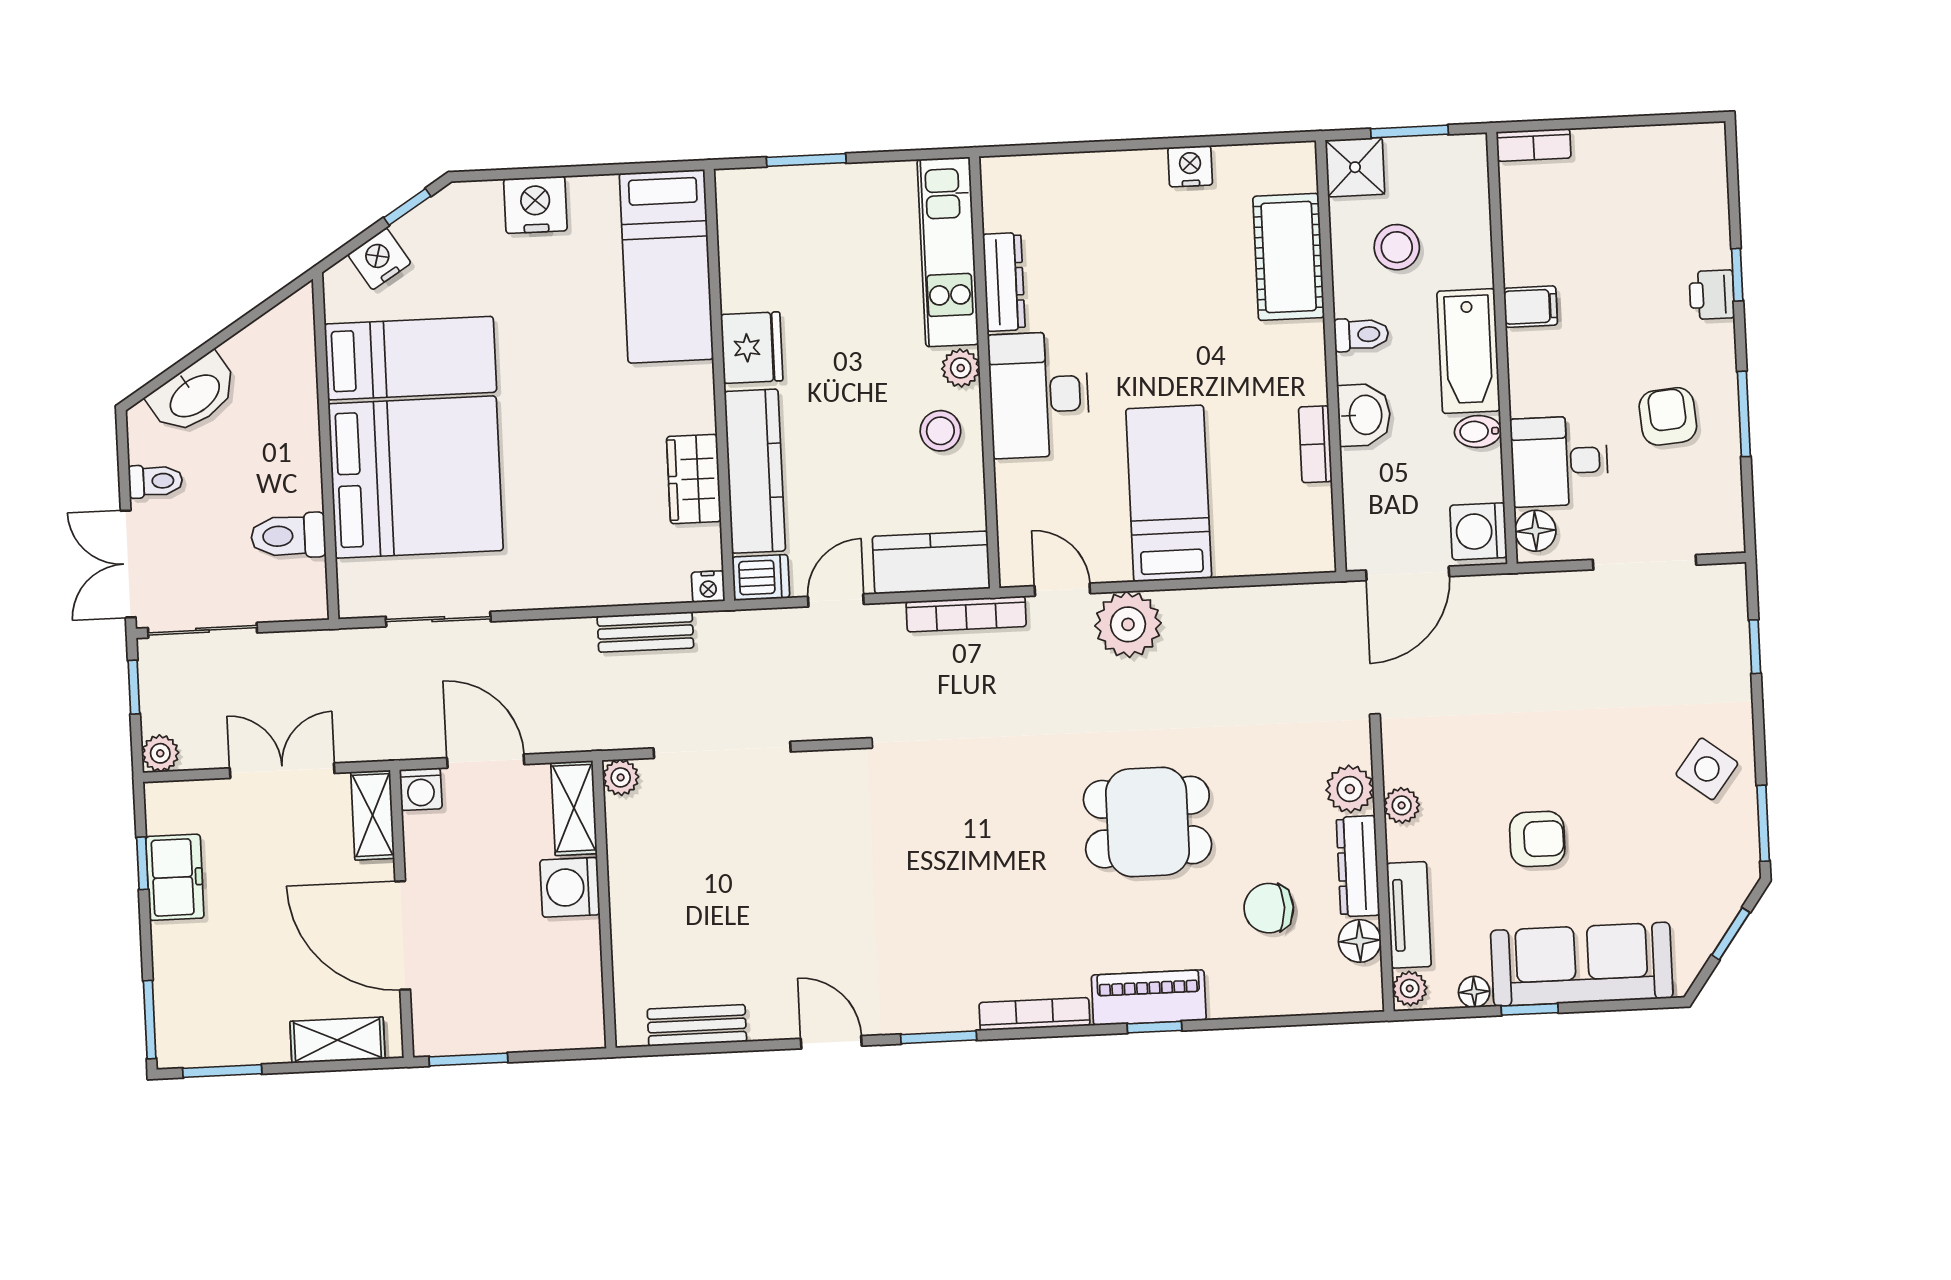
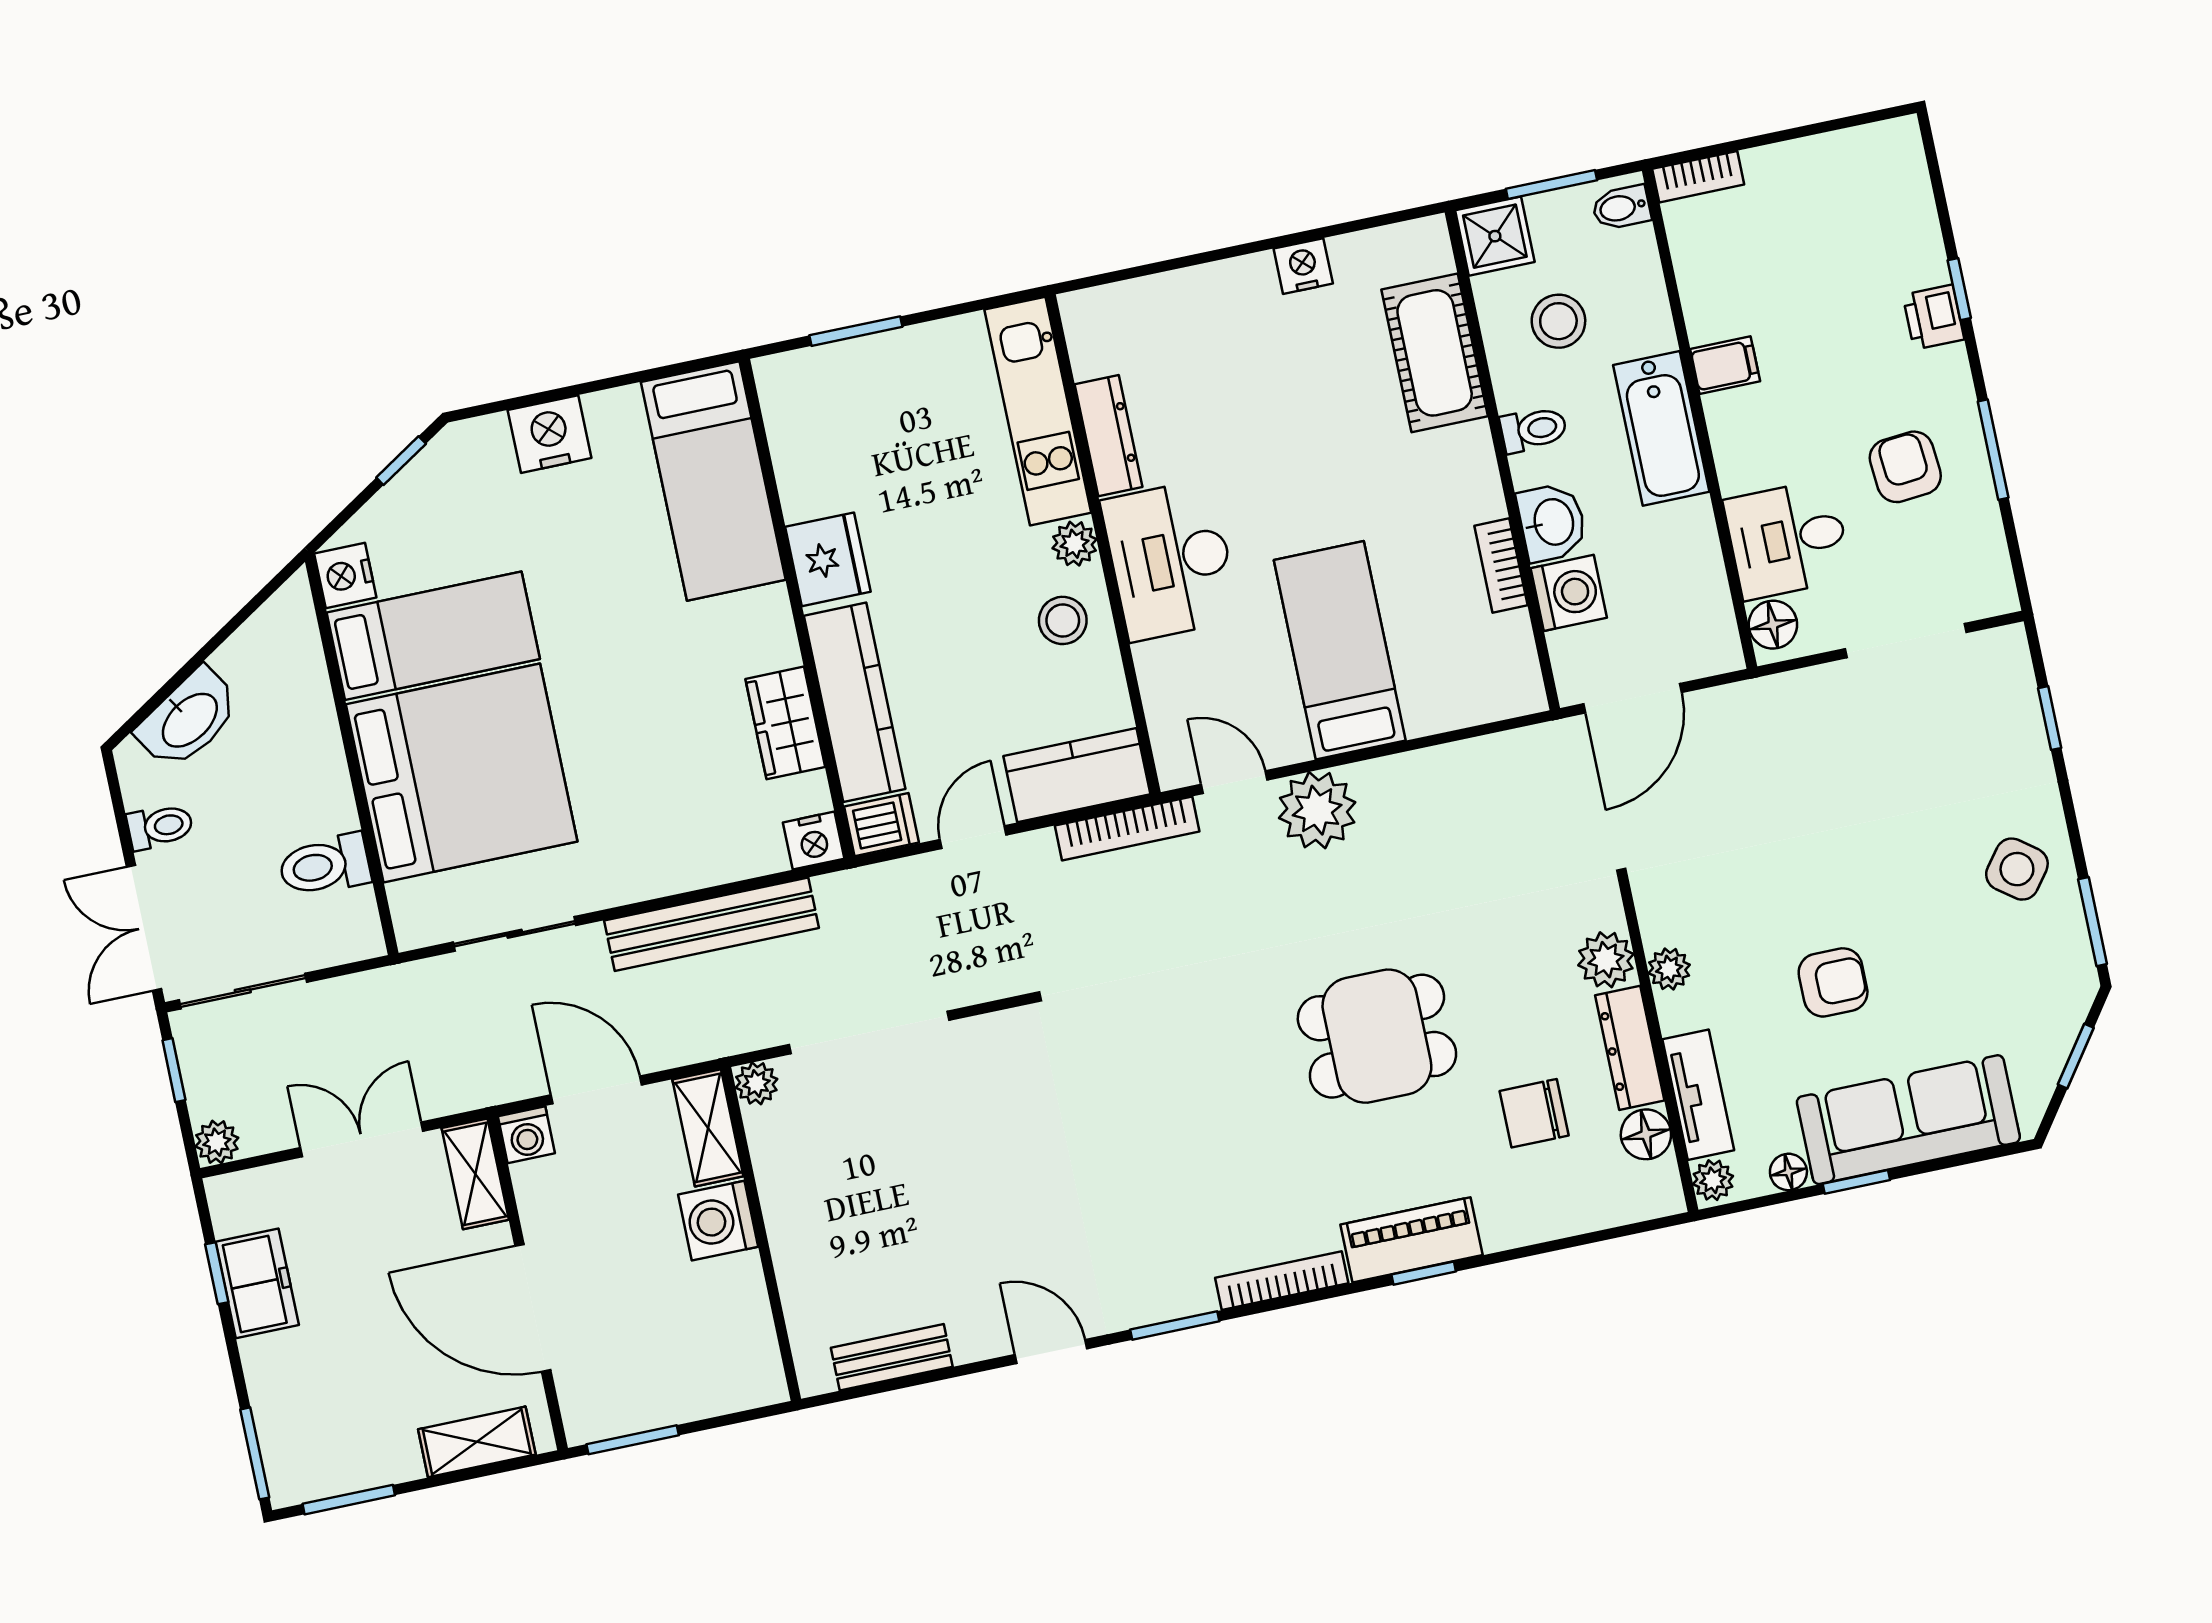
nightstand: (379, 259) -> (345, 575), moved, turned -58
bidet: (1478, 431) -> (1621, 208), moved
washing machine: (1478, 531) -> (1569, 593), moved, turned 180
nightstand: (708, 587) -> (814, 841), width x1.39, depth x1.35
bench: (645, 632) -> (711, 924), width x1.86, depth x1.21

